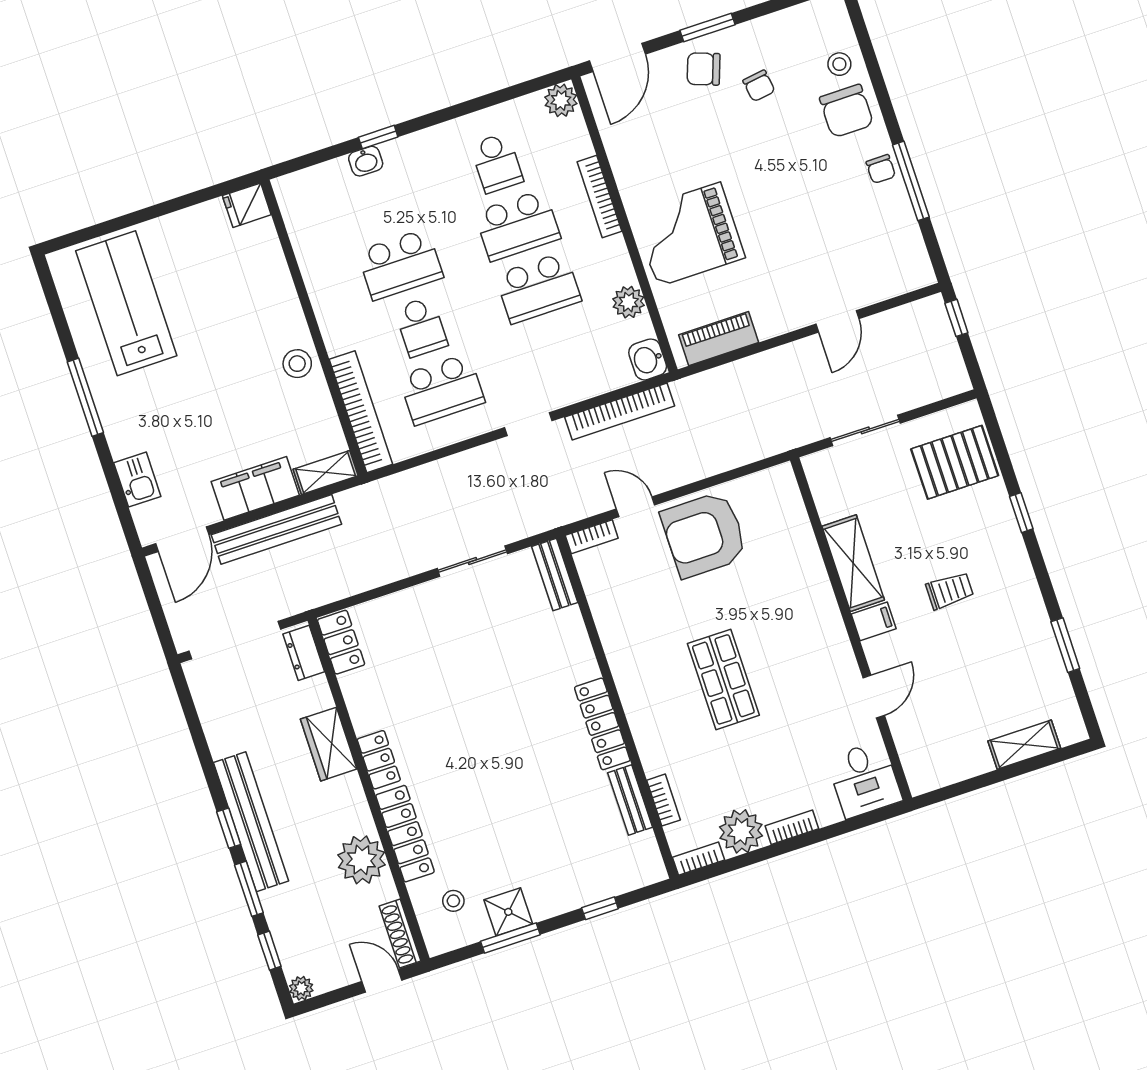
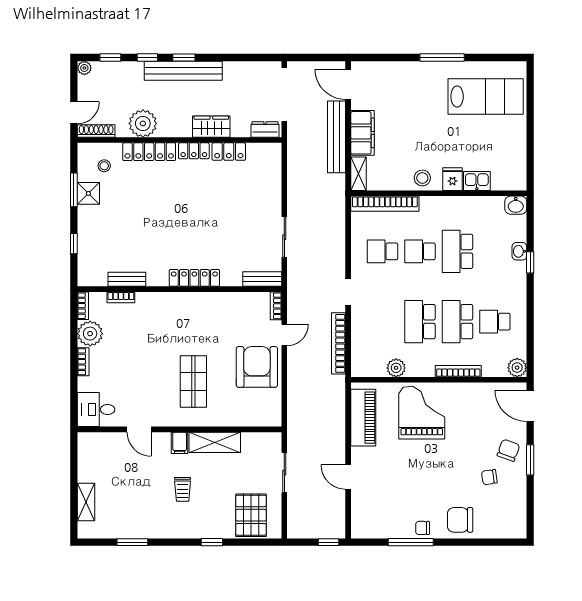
stool: (839, 64) -> (487, 524), removed
fridge: (247, 205) -> (452, 179), moved
piano: (719, 339) -> (363, 418), width x1.37, depth x1.33
washbasin: (648, 359) -> (516, 205), moved, turned 180
school desk: (442, 389) -> (382, 251), width x0.54
kitchen sink: (137, 480) -> (477, 181), moved, turned 180
locker: (341, 642) -> (229, 152), moved
shop shelf: (723, 679) -> (193, 382), moved, turned 90
locker: (602, 724) -> (194, 278), moved
window: (249, 889) -> (147, 58), width x0.67

